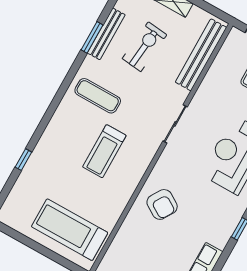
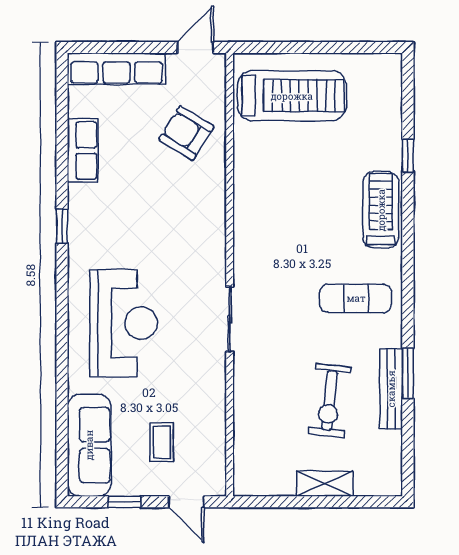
bench: (201, 55) -> (247, 432), removed
treadmill: (104, 151) -> (381, 210), moved
armchair: (162, 204) -> (186, 133), moved

